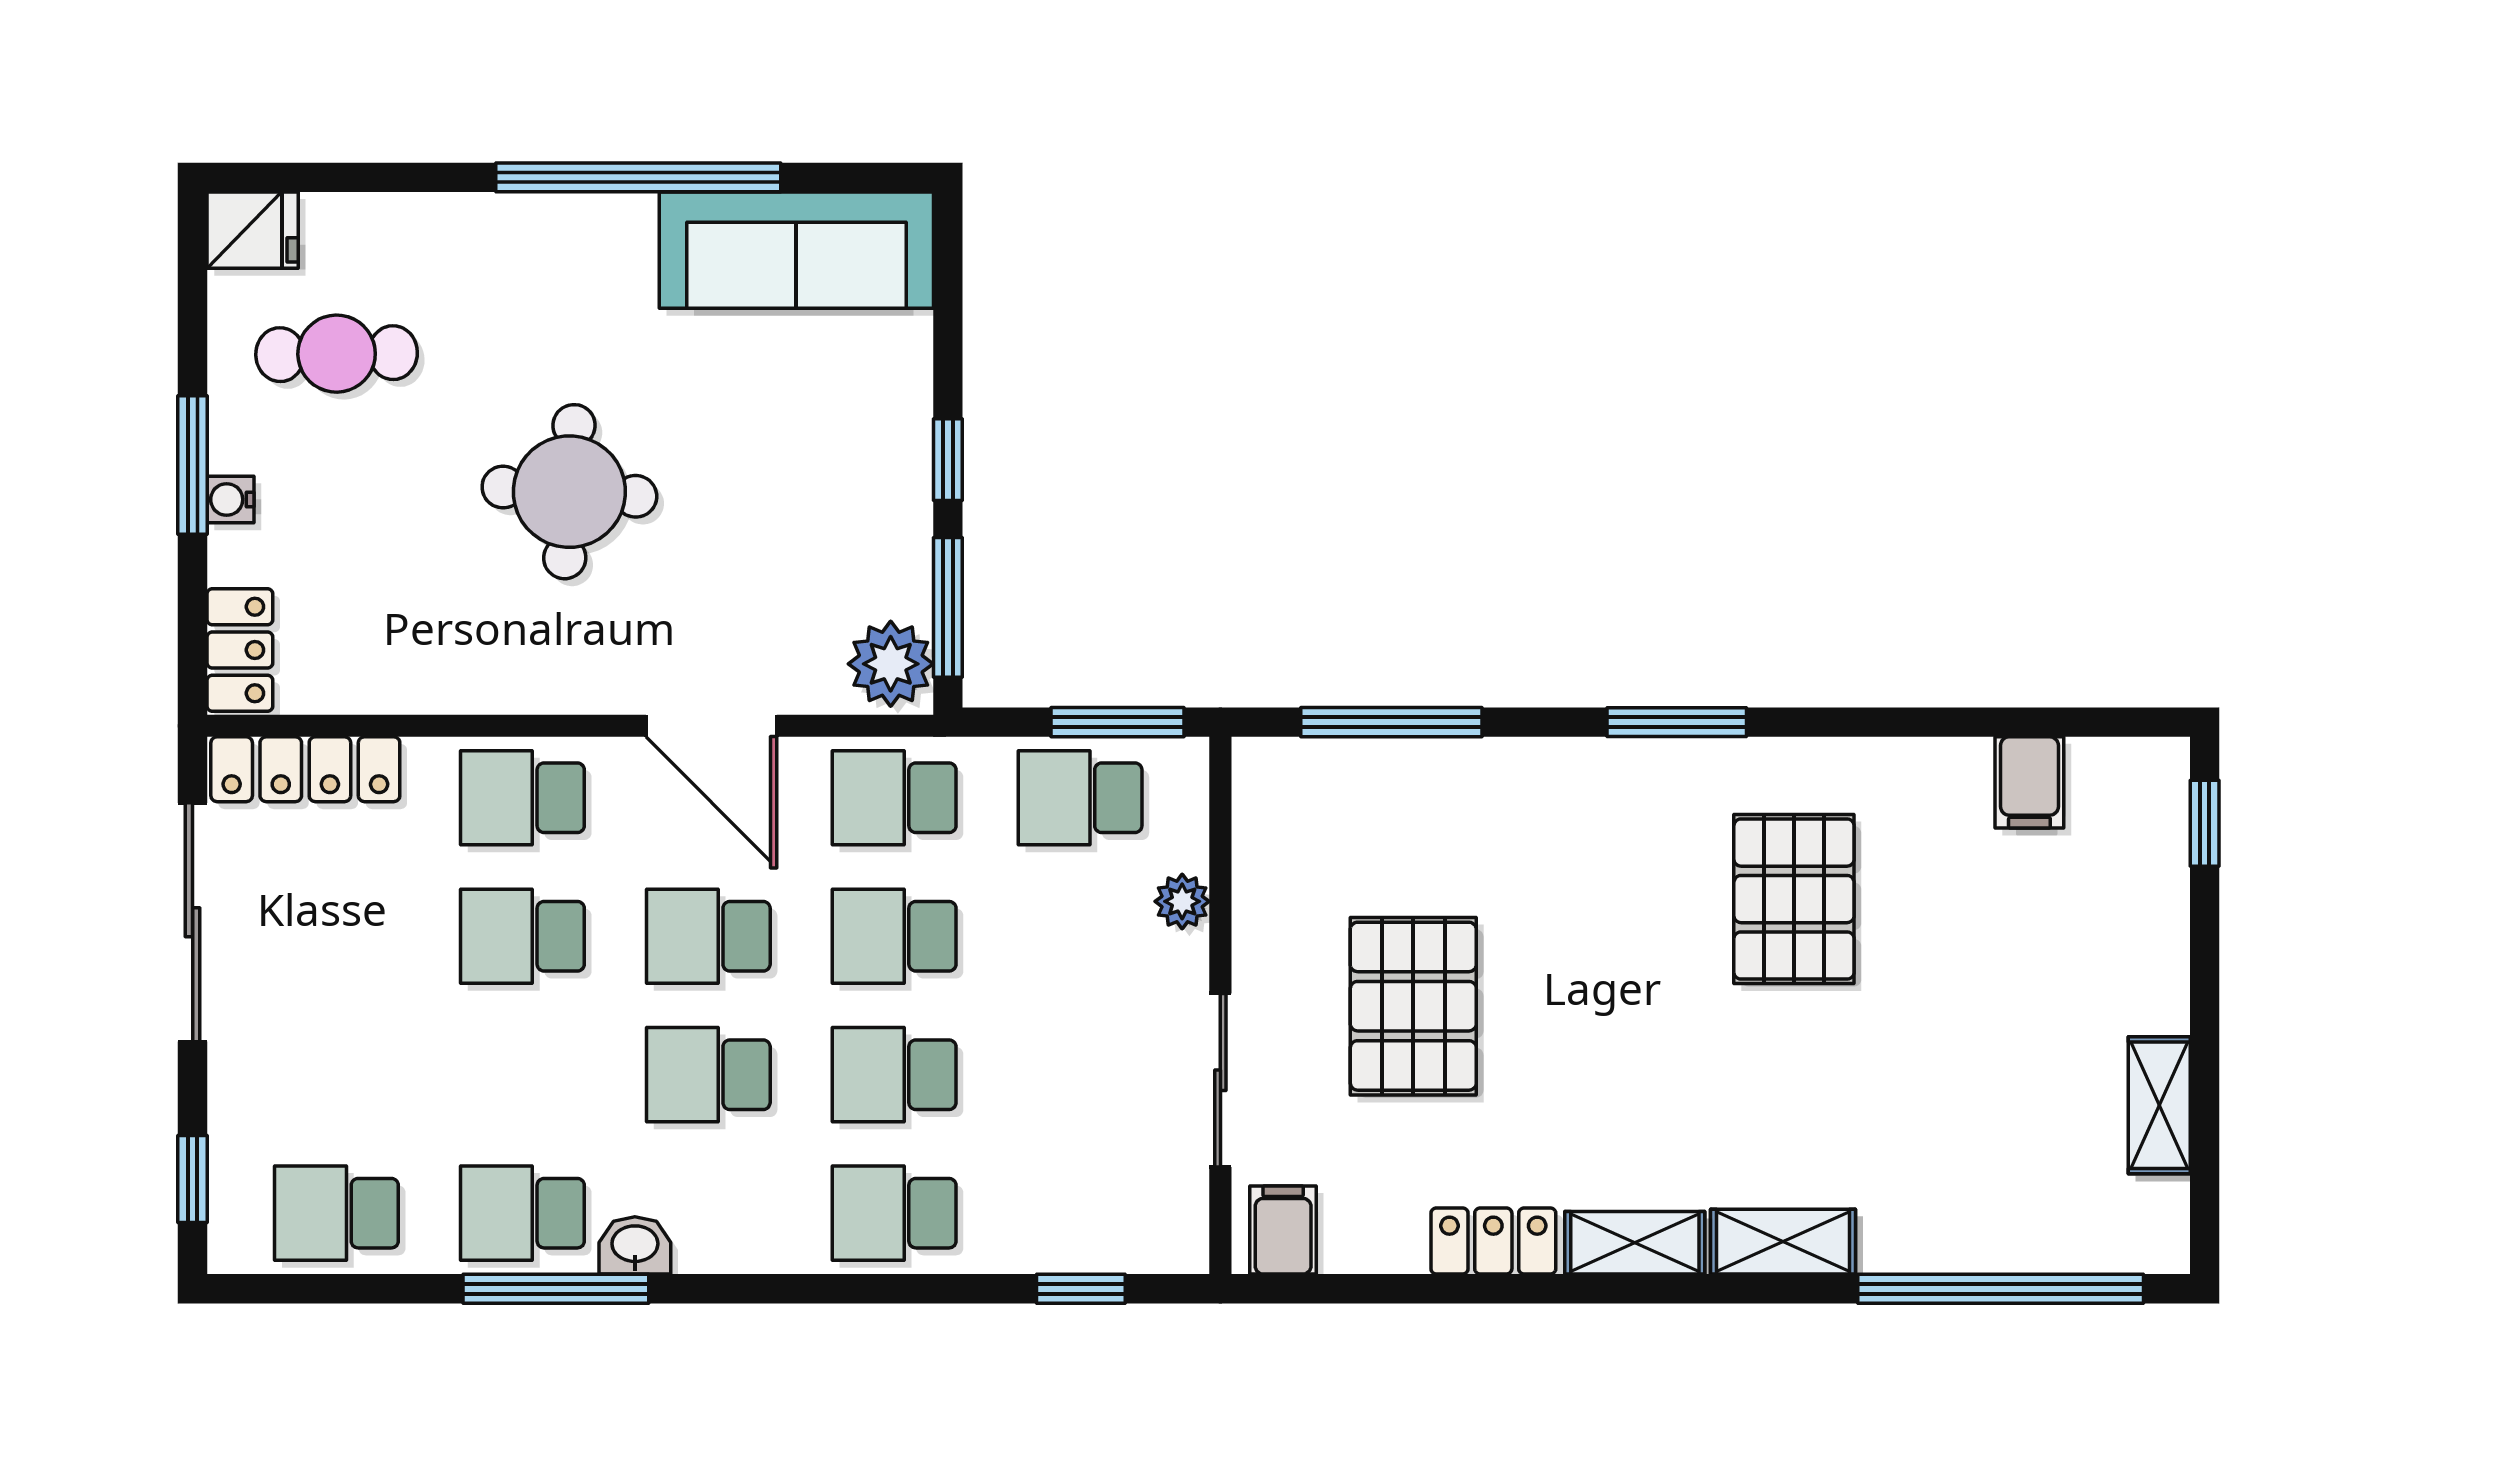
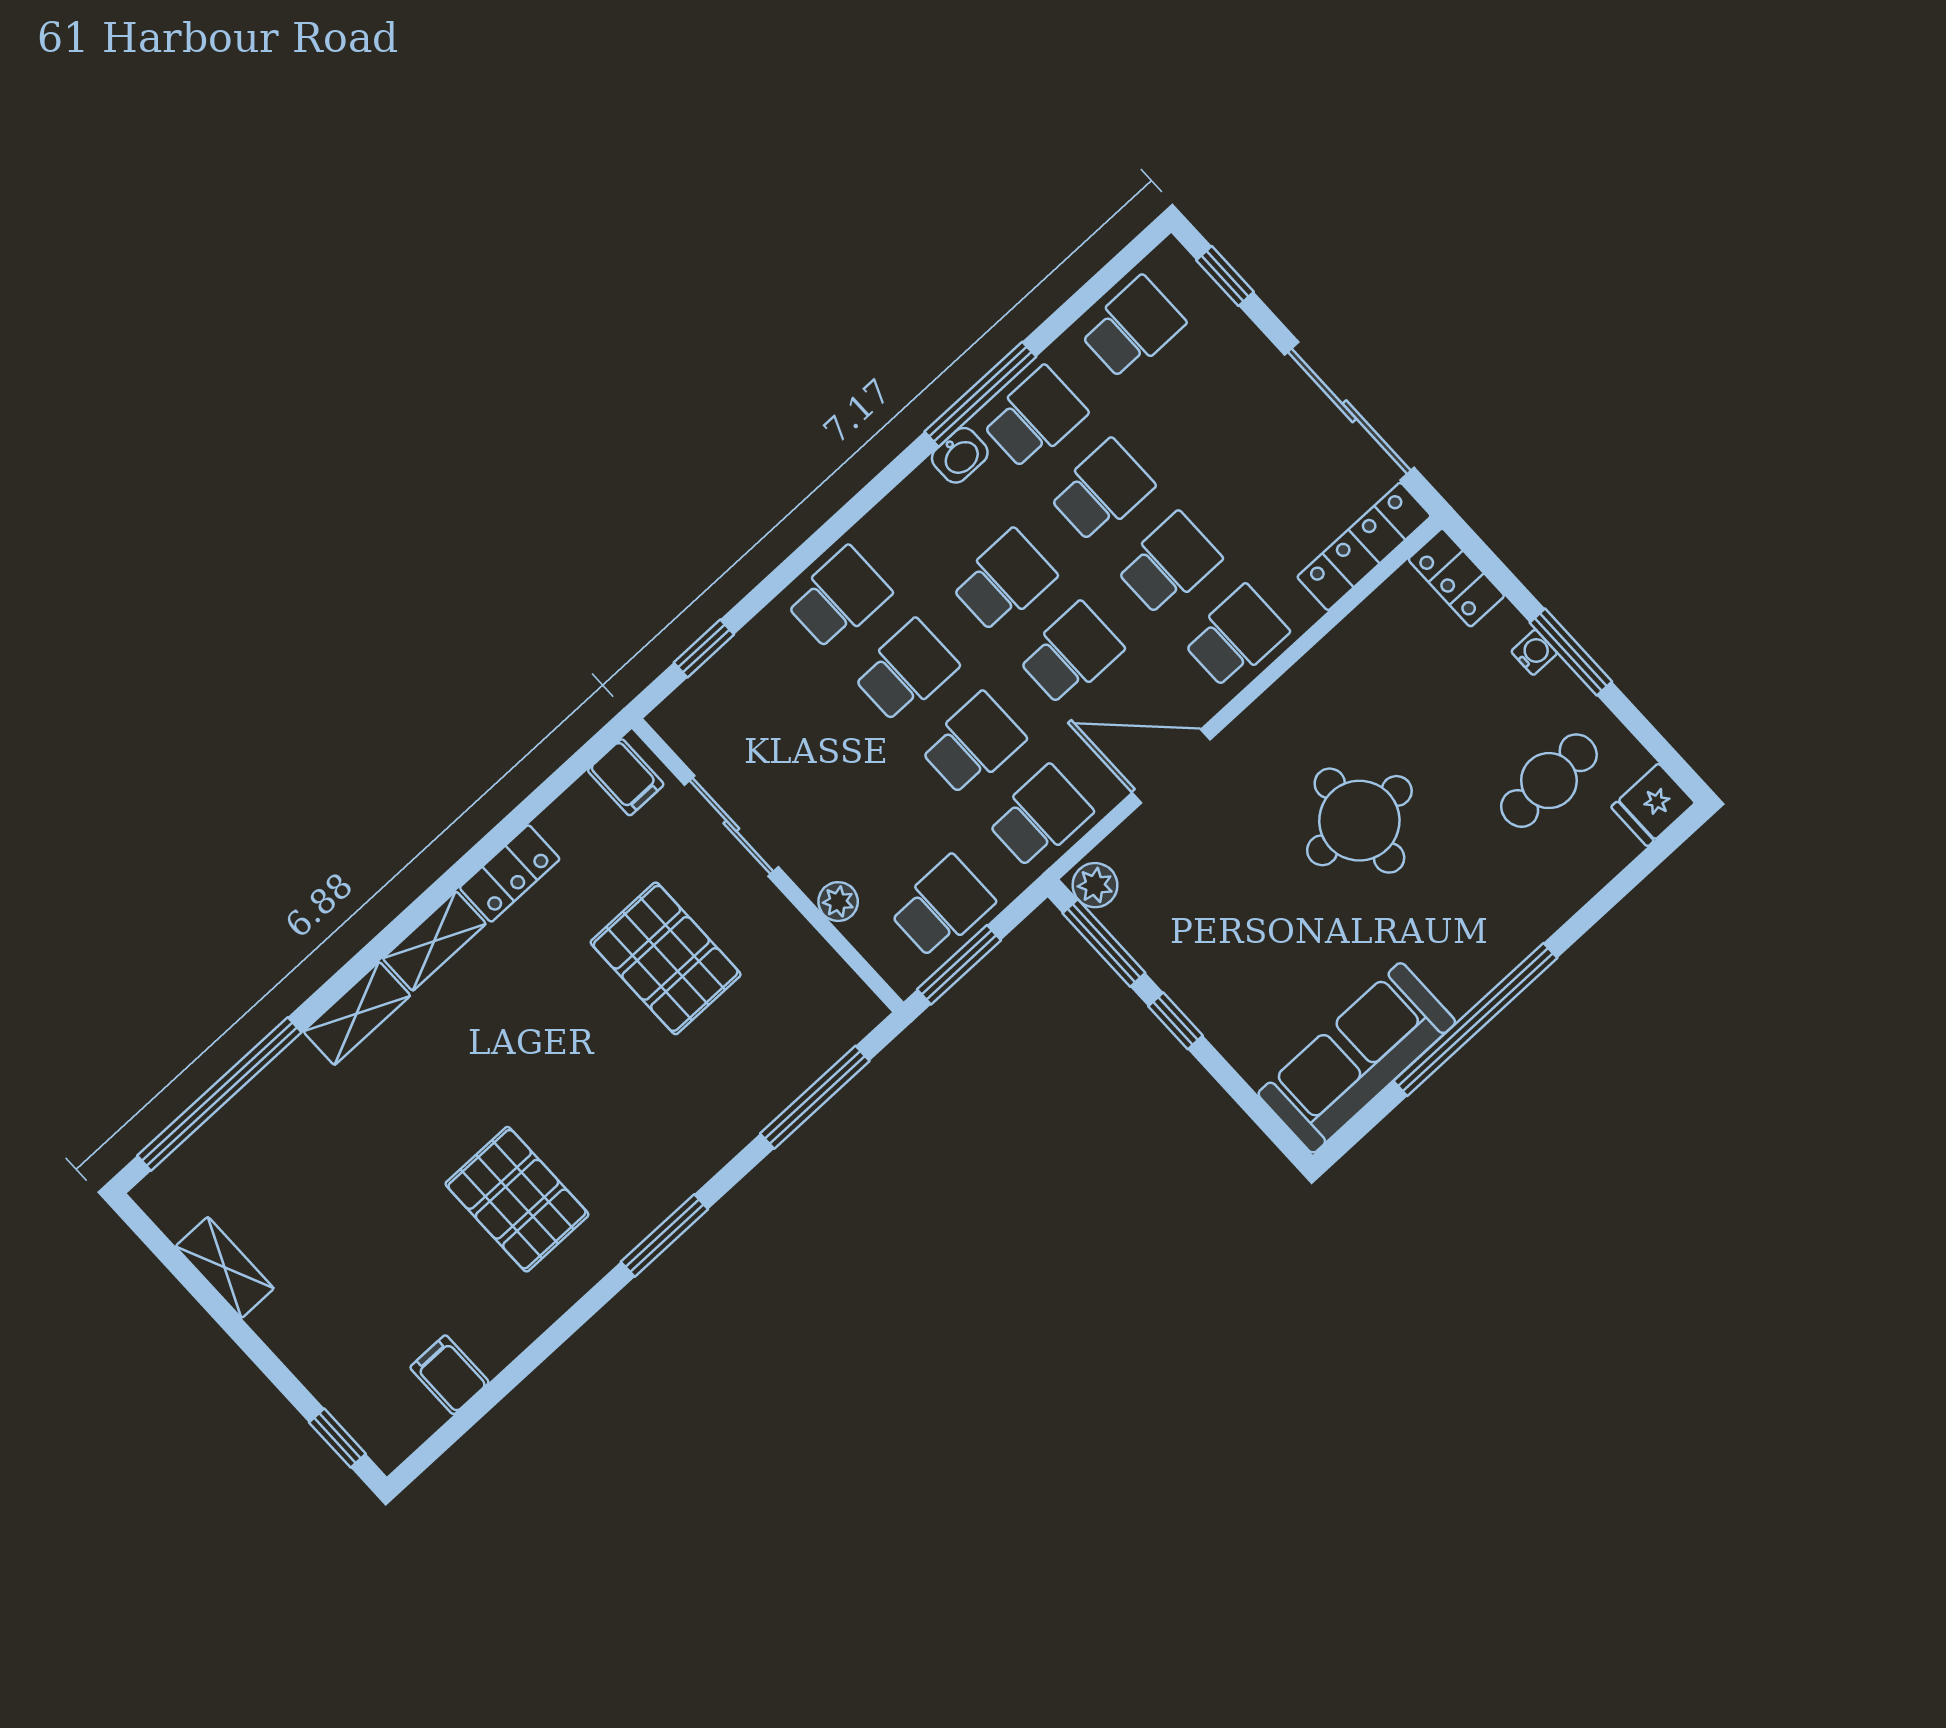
plant: (891, 664) -> (1095, 885), width x0.73, depth x0.73
school desk: (522, 1075) -> (1102, 491), added

